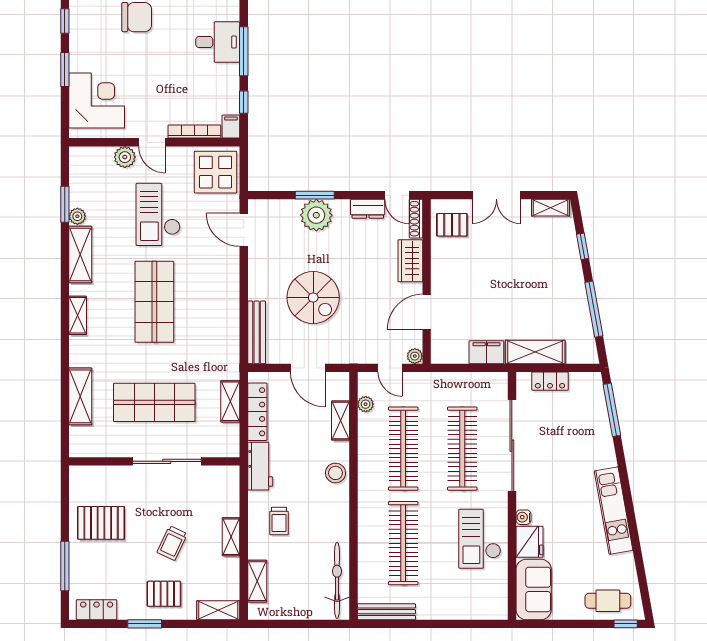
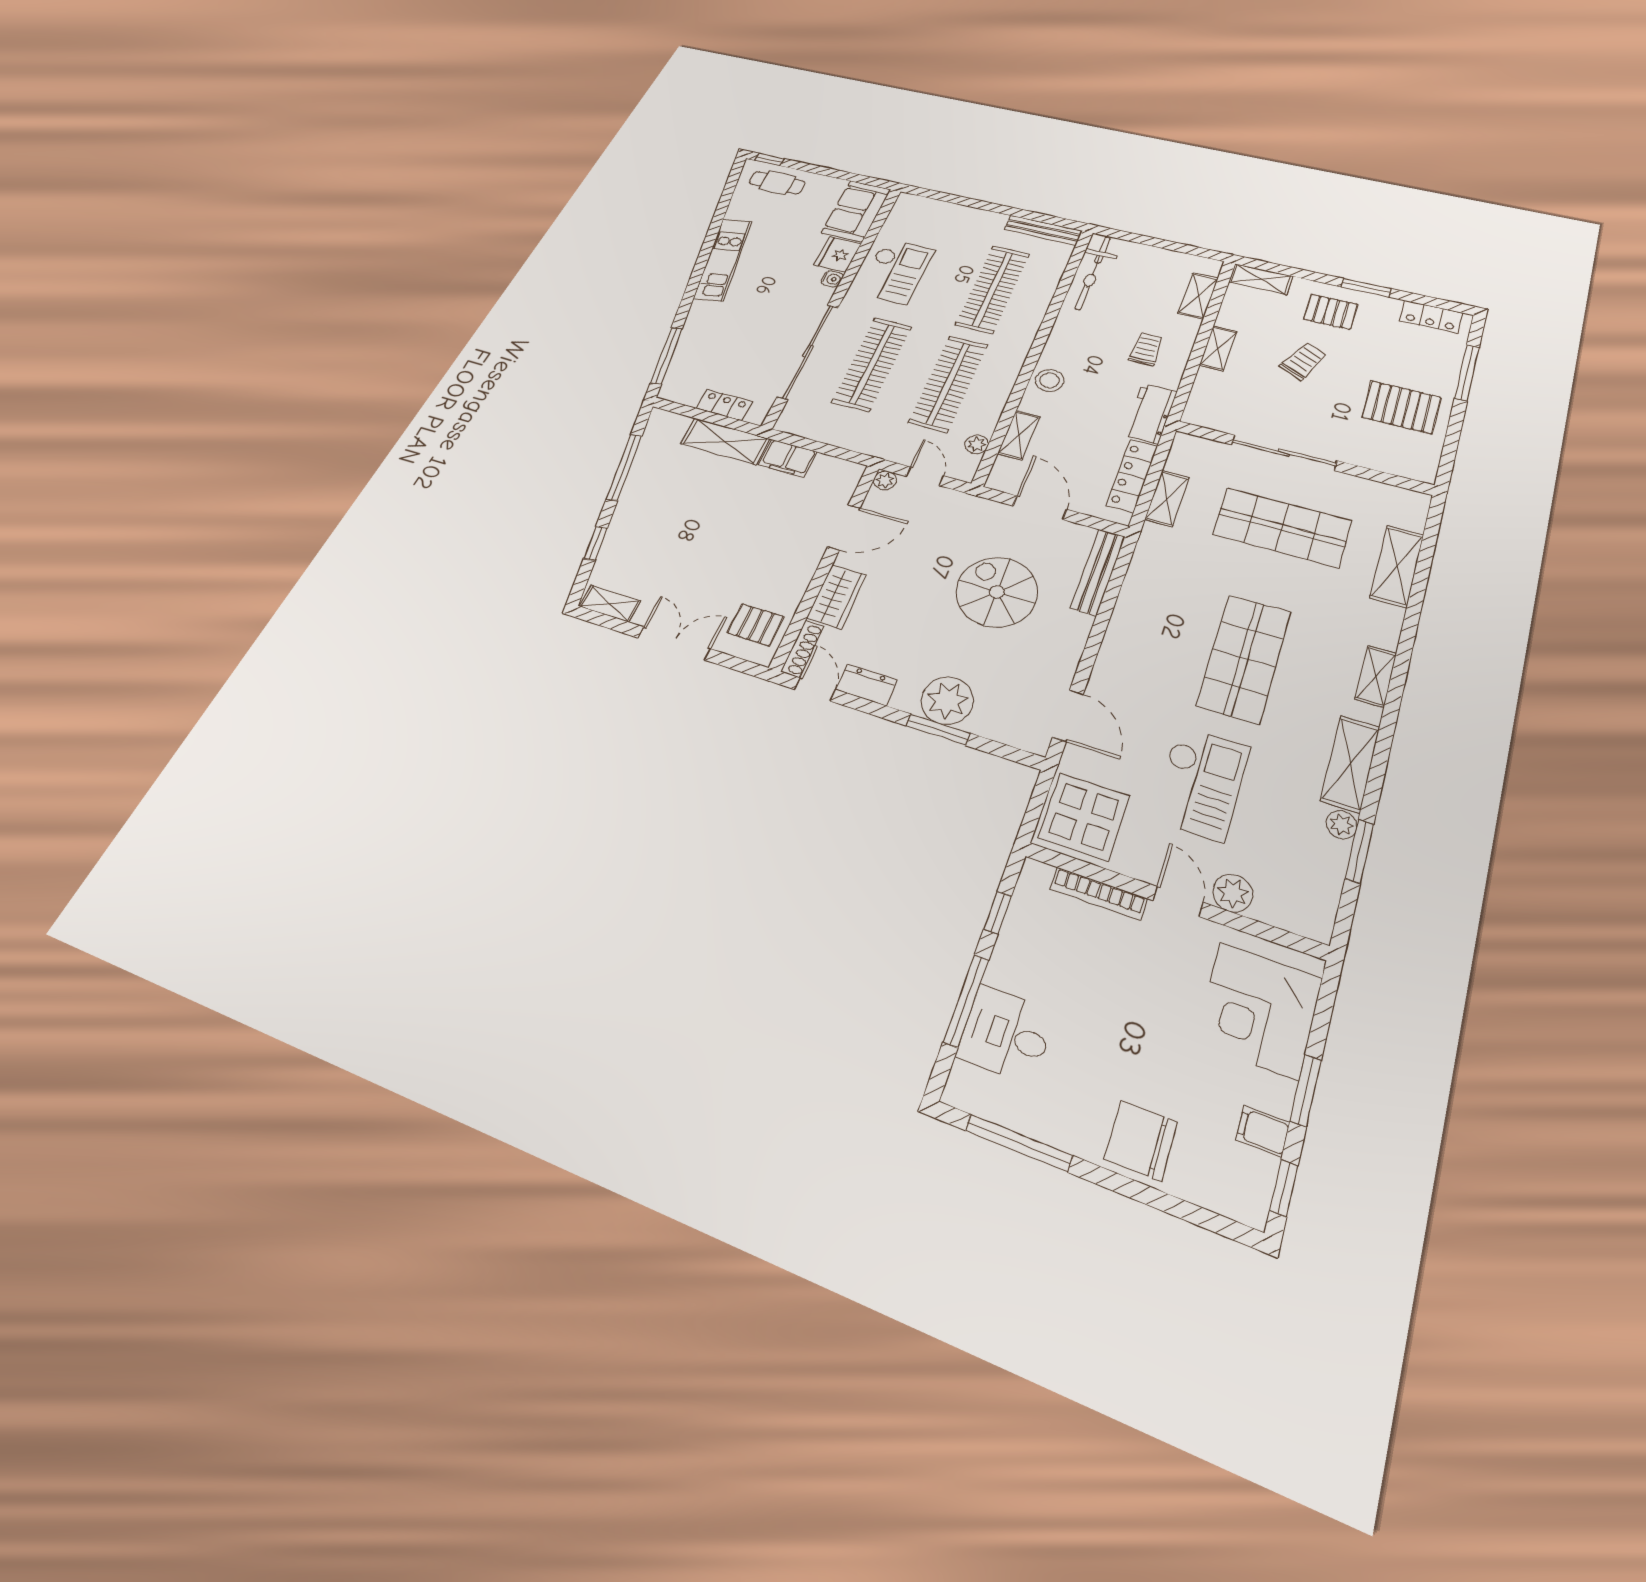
filing cabinet: (231, 127) -> (1263, 1131), moved, turned 90

